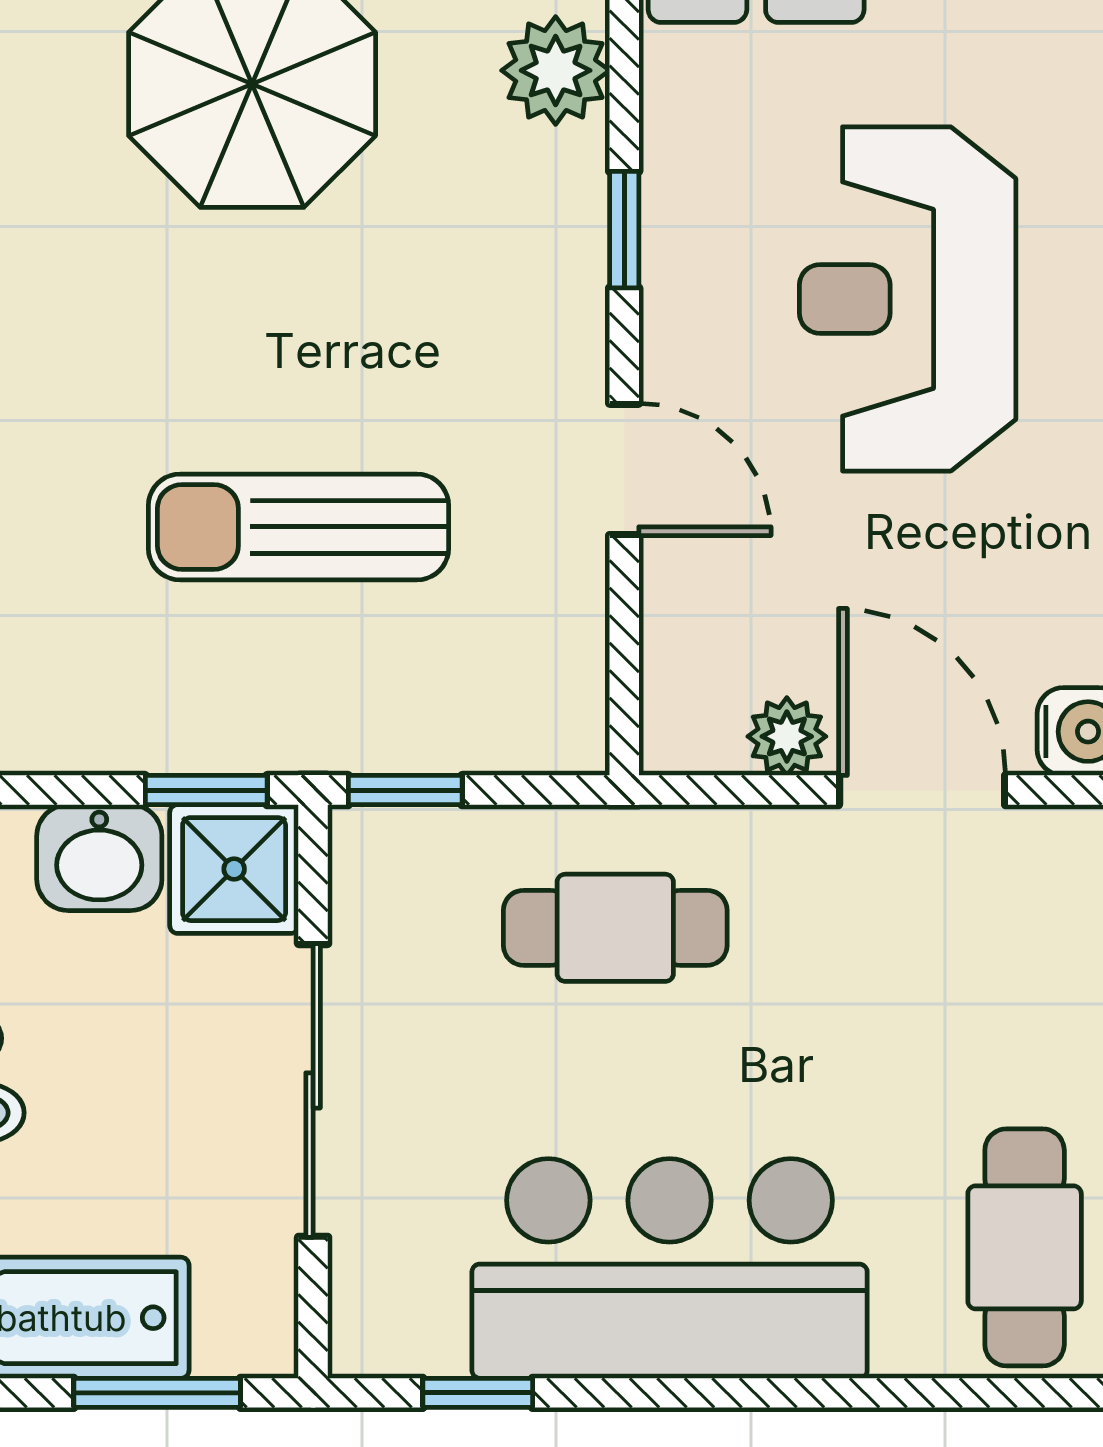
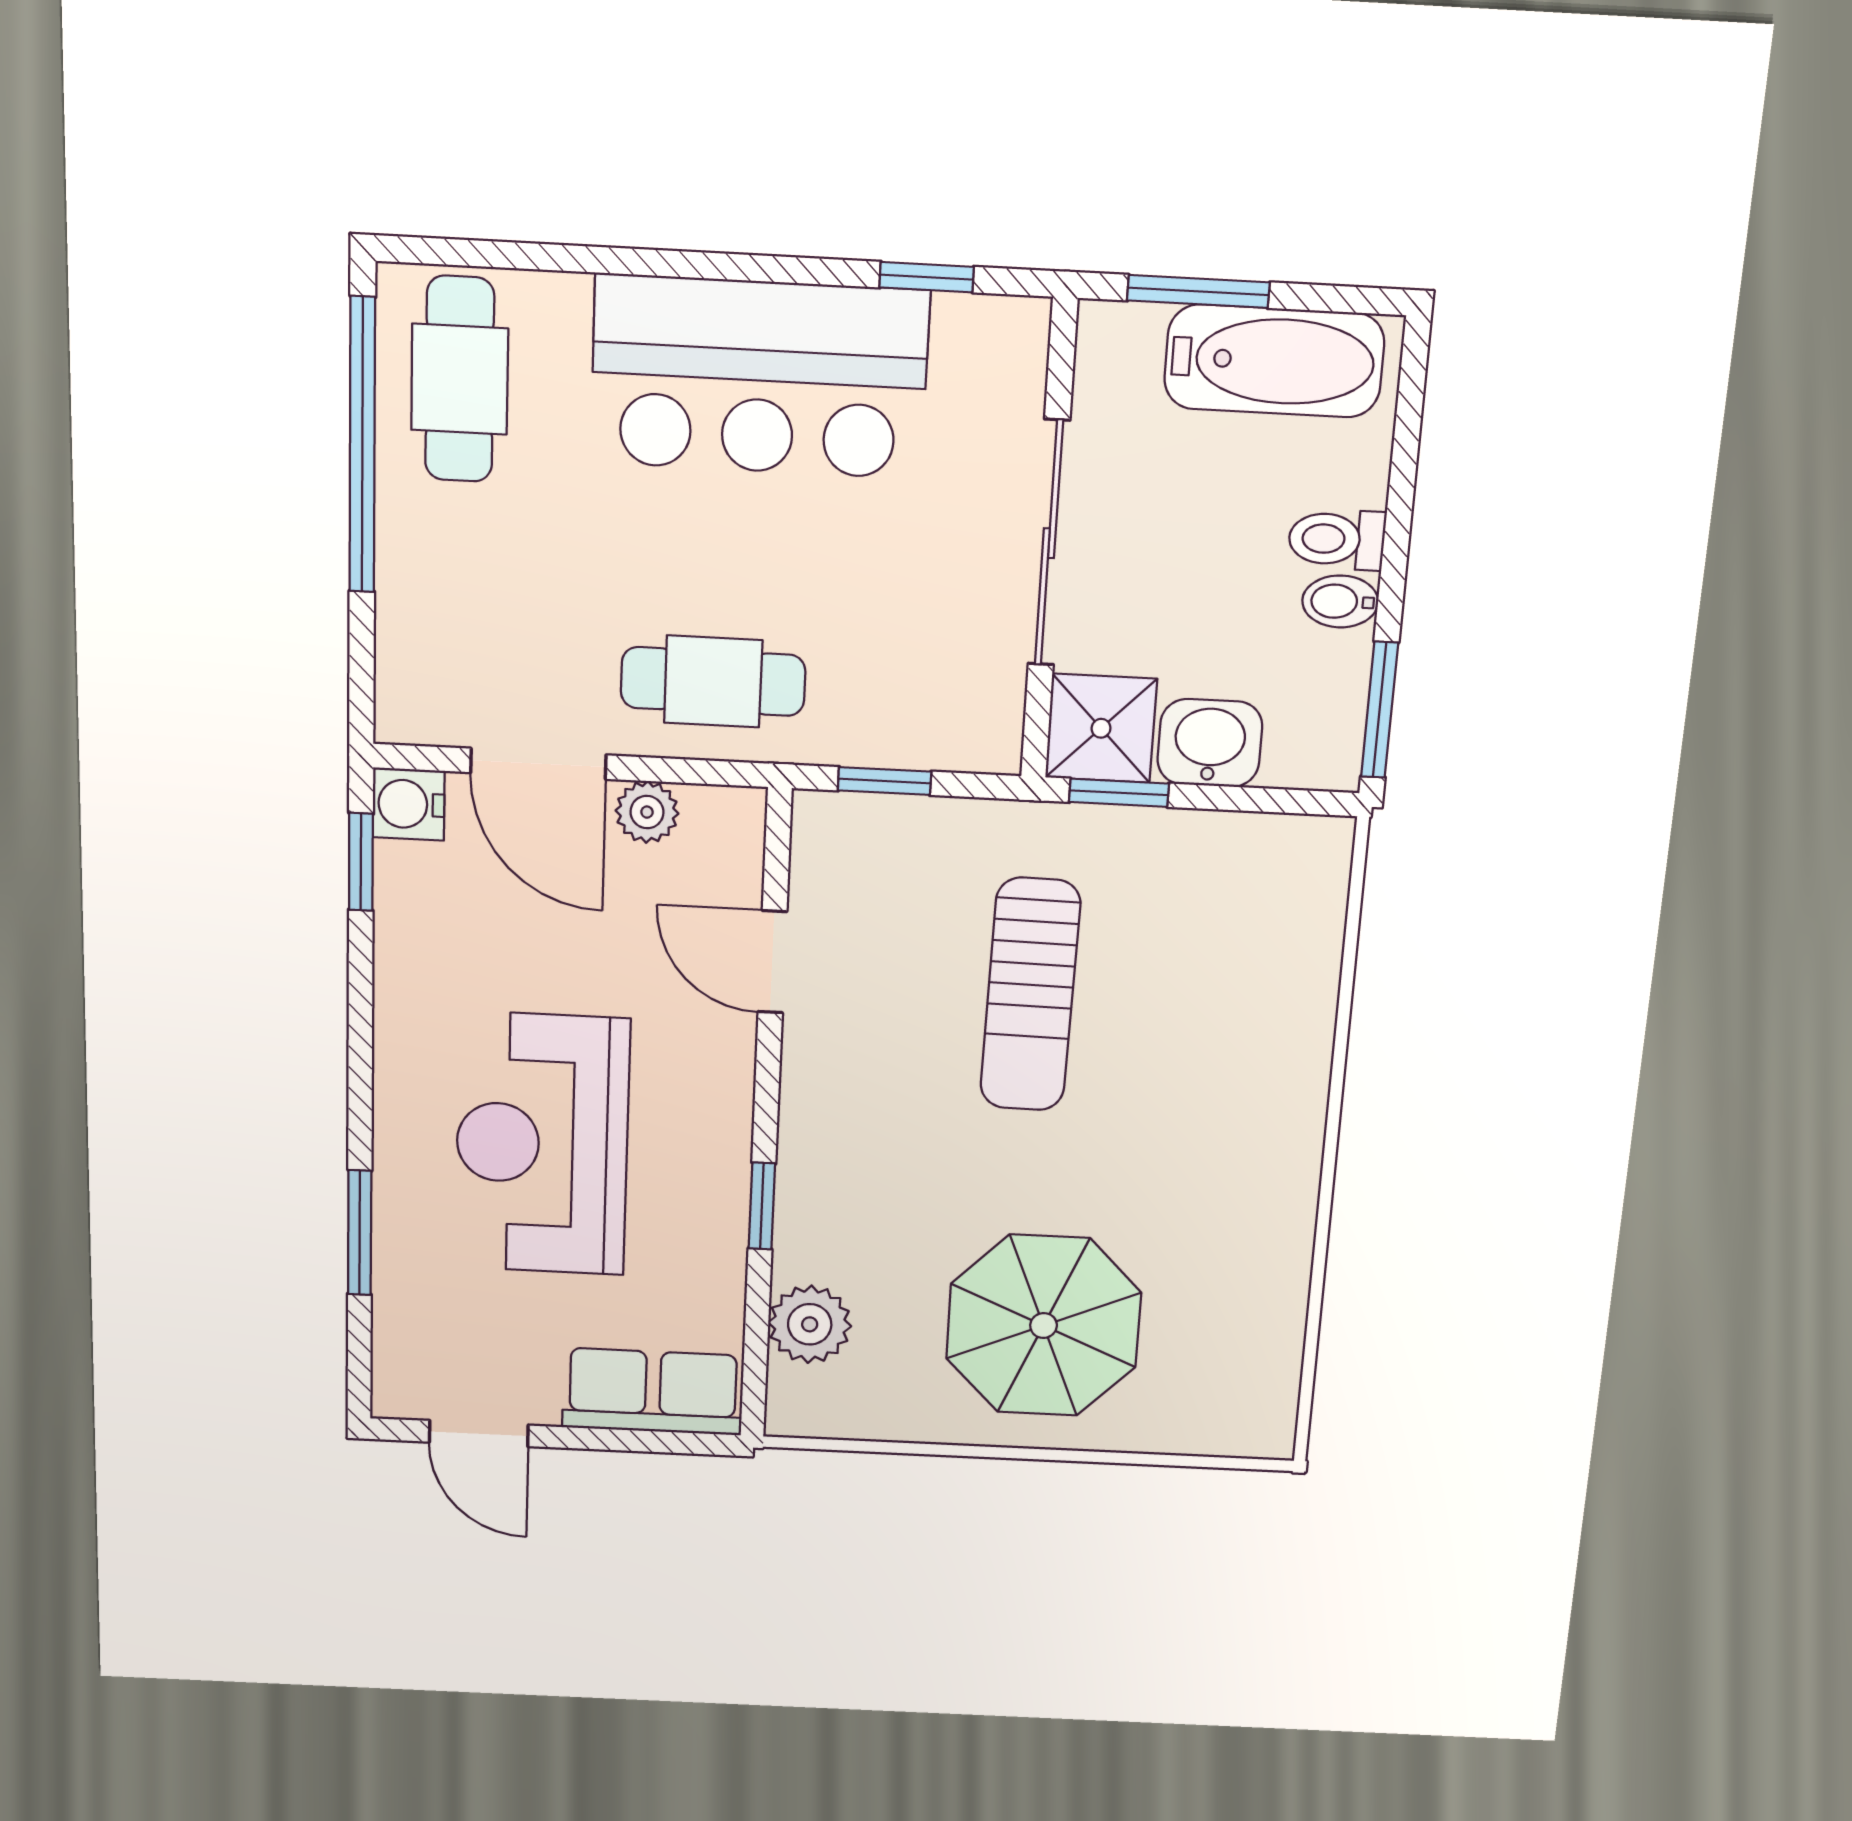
reception desk: (908, 299) -> (542, 1144), turned 180
door: (624, 469) -> (772, 962), moved
sun lounger: (299, 527) -> (1030, 995), turned 91
window: (405, 790) -> (885, 781), moved
cafe table: (615, 928) -> (713, 681), moved

